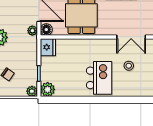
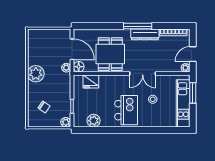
double door: (131, 37) -> (143, 73), moved
fridge: (48, 47) -> (91, 81), moved, turned 90
plant: (48, 89) -> (94, 121), moved

